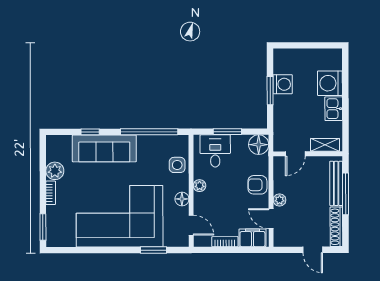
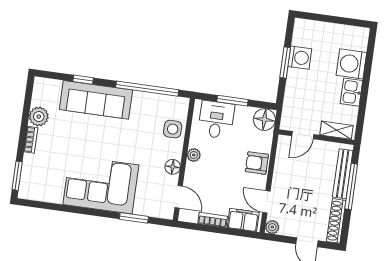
plant: (280, 200) -> (272, 227), moved
corner sofa: (120, 216) -> (101, 185), width x0.73, depth x0.74

